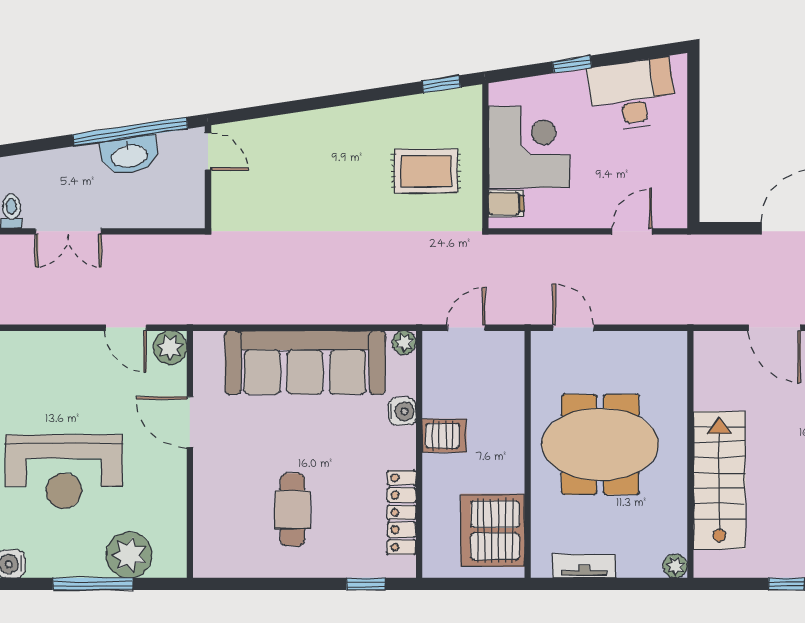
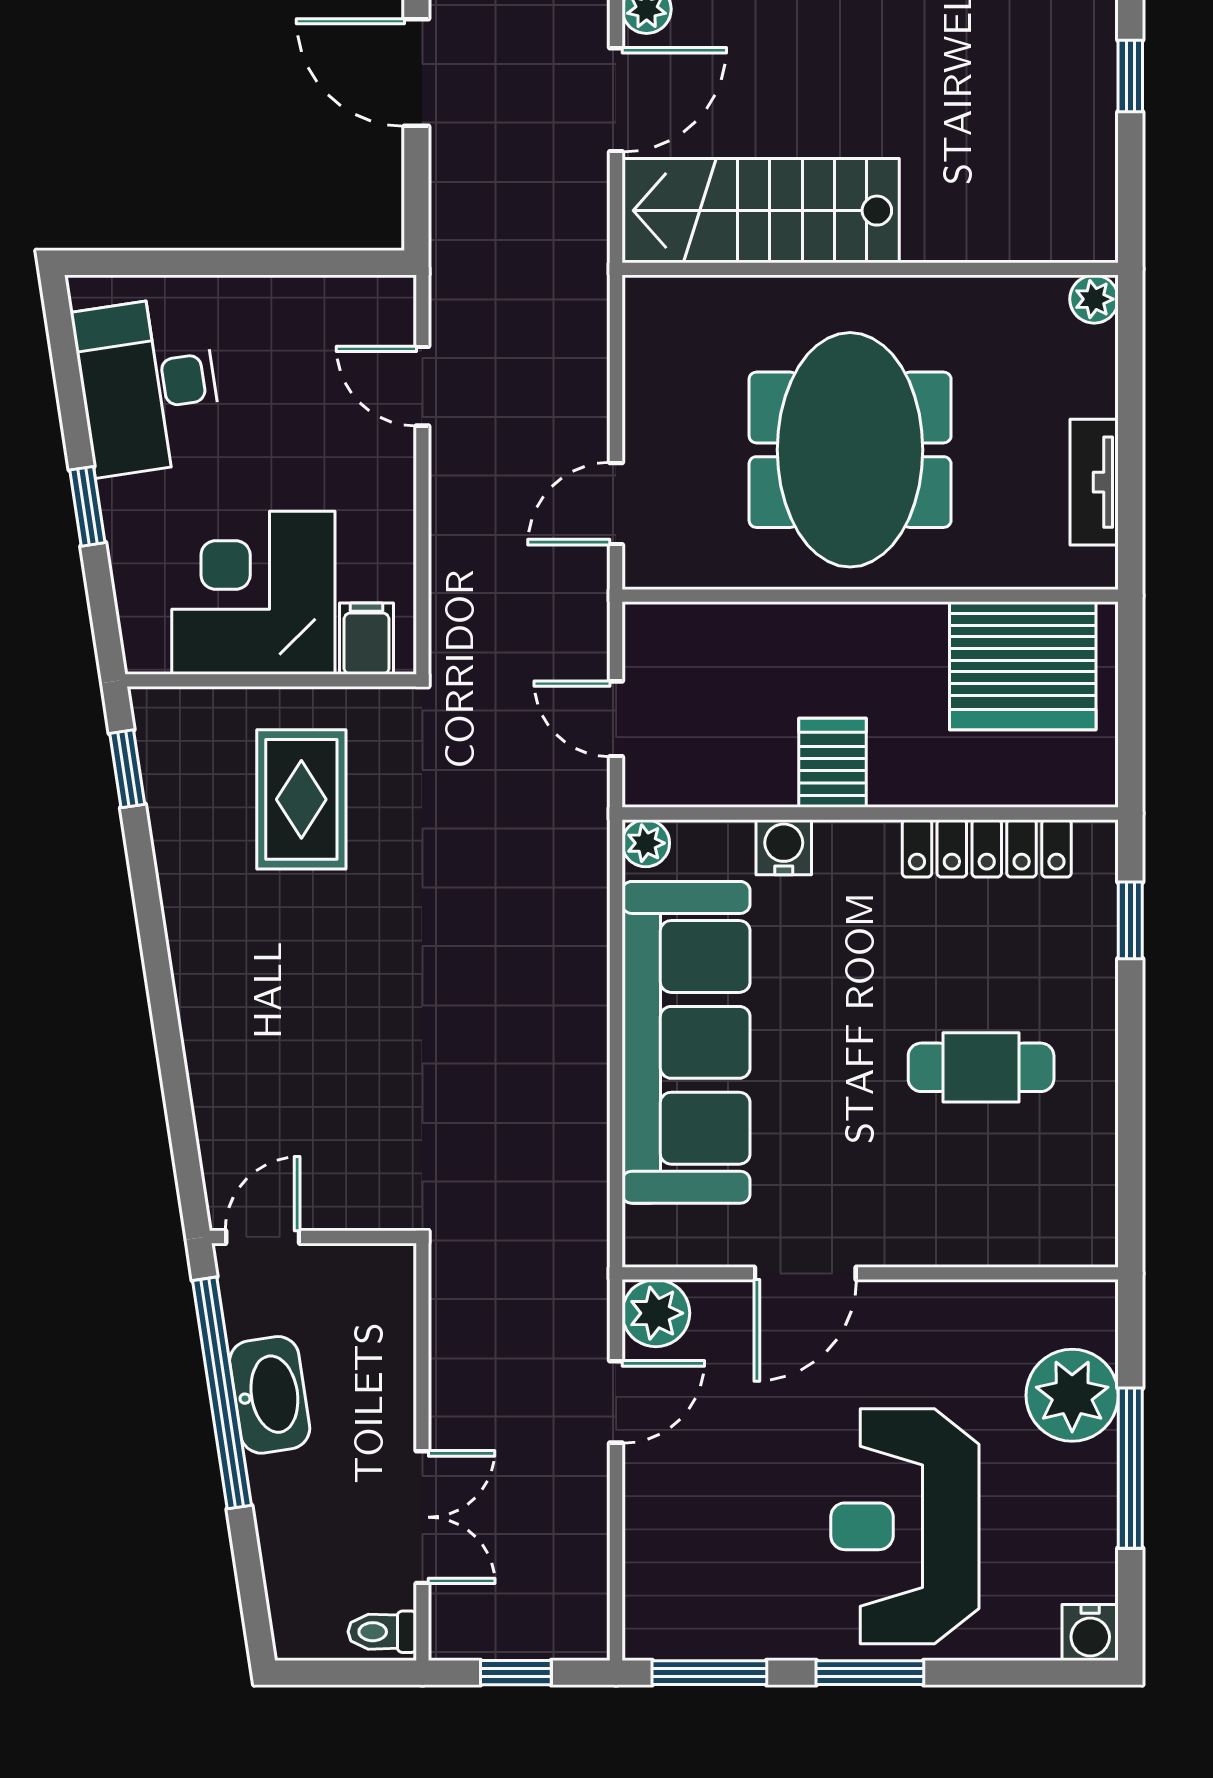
reception desk: (64, 472) -> (905, 1526), turned 180
stairs: (719, 480) -> (761, 211), moved

